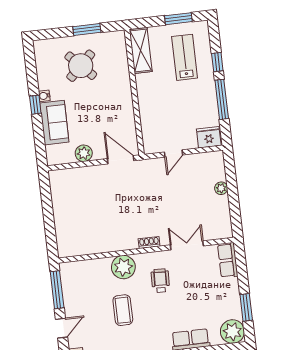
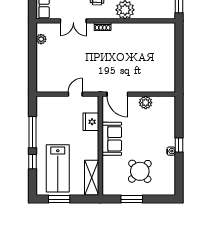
lab bench: (185, 57) -> (58, 168), width x1.36, depth x1.39
sofa: (54, 123) -> (112, 139), moved, turned 180
fridge: (209, 137) -> (91, 122), moved, turned 90
plant: (221, 188) -> (41, 39), moved

